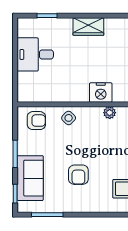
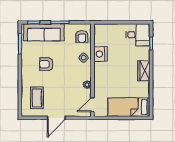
desk: (35, 54) -> (138, 35), moved, turned 90
nightstand: (101, 93) -> (100, 54), moved
sofa: (30, 178) -> (44, 32), width x1.36

